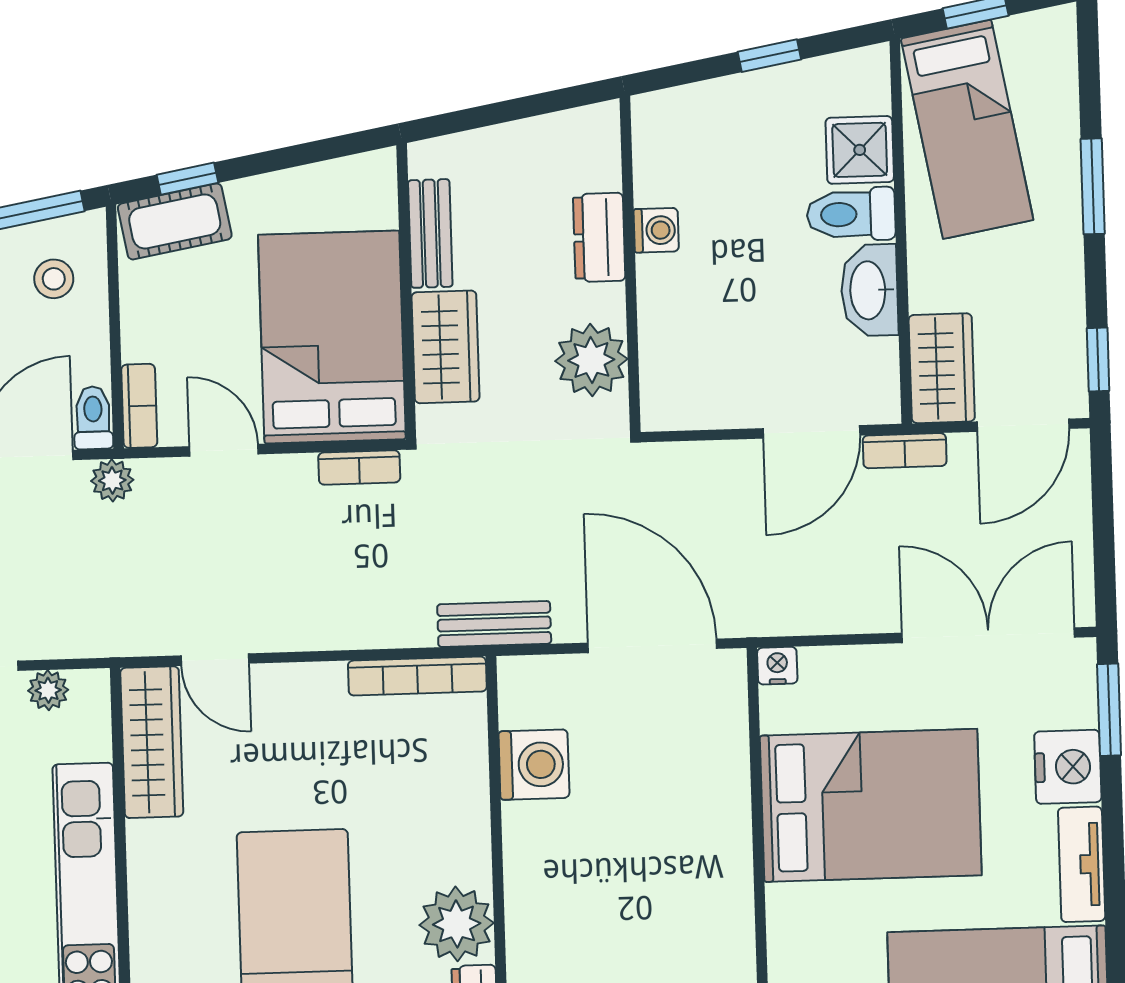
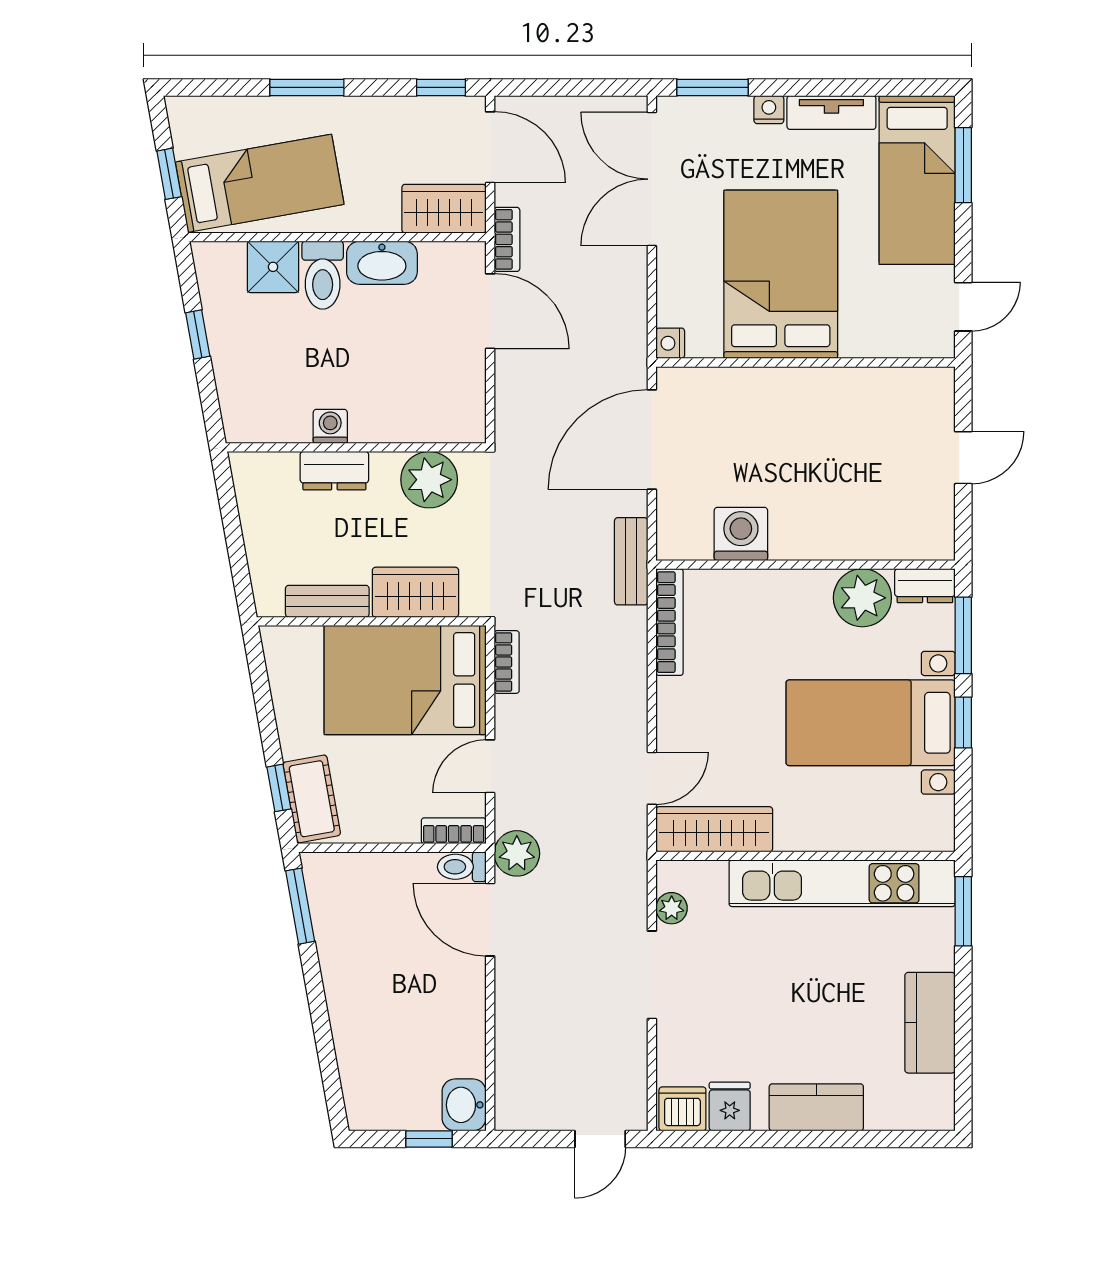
stool: (54, 279) -> (353, 894), removed
plant: (112, 480) -> (517, 853), width x1.38, depth x1.38
nightstand: (1068, 767) -> (769, 110), width x0.53, depth x0.56

